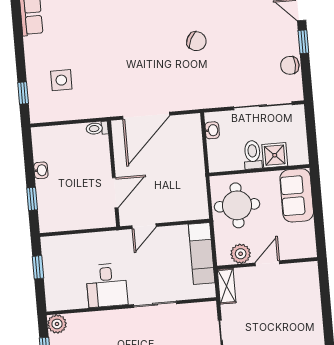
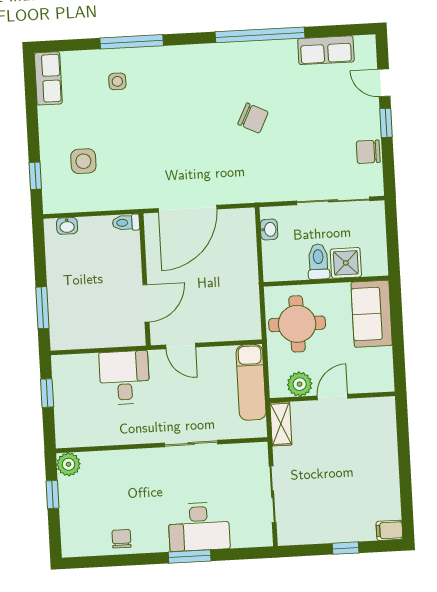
side table: (87, 15) -> (117, 81), added
washbasin: (41, 170) -> (67, 226), moved, turned 90
window: (32, 199) -> (42, 308), width x1.50
door: (144, 226) -> (181, 346), hinge flipped
desk: (107, 285) -> (124, 378), moved, turned 180

